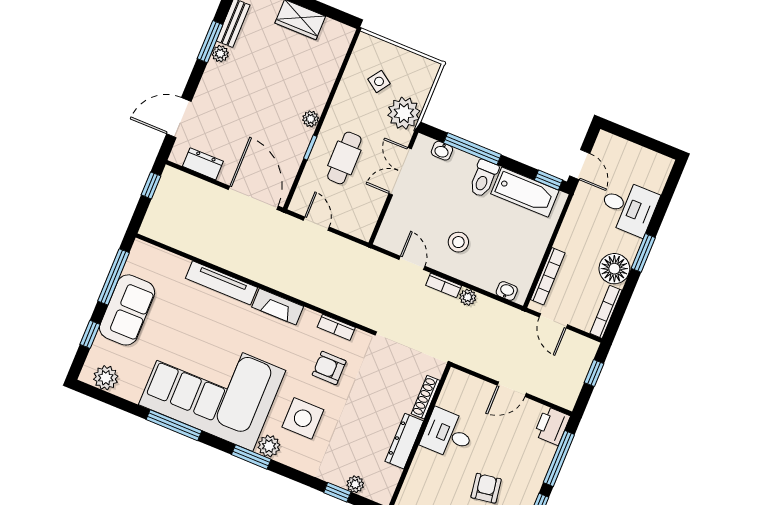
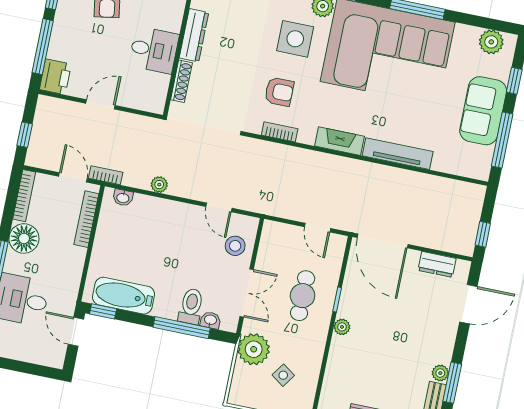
toilet: (483, 178) -> (191, 306), moved
stool: (458, 242) -> (235, 246), moved
bookcase: (444, 285) -> (106, 175), moved

